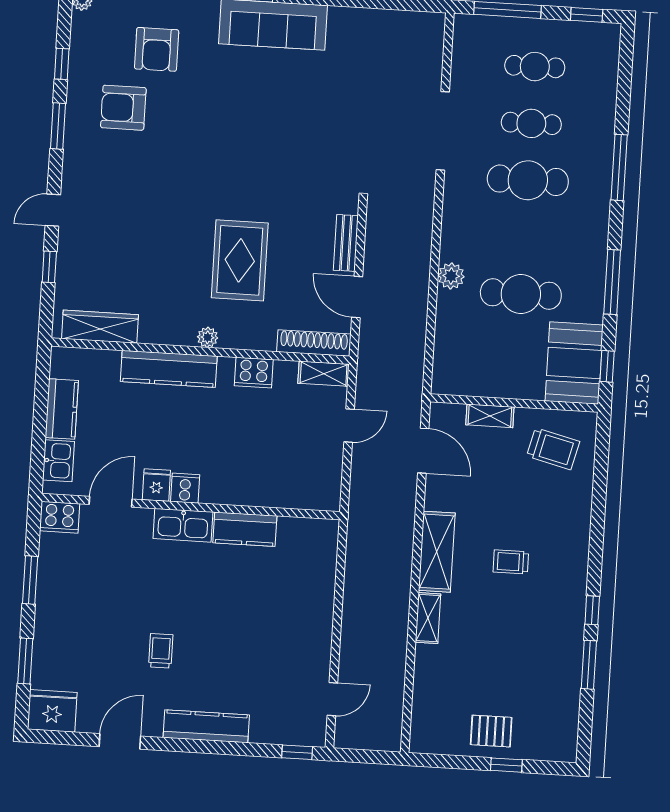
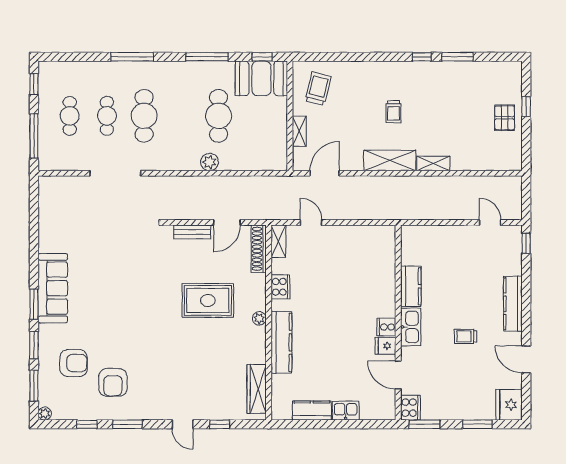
fridge: (156, 485) -> (385, 346), moved
cooker: (185, 488) -> (386, 327), moved
door: (111, 502) -> (398, 375), moved
wall: (191, 507) -> (398, 323), moved
cooker: (60, 517) -> (410, 408), moved
kitchen sink: (183, 525) -> (411, 327), moved
kitchen counter: (245, 529) -> (411, 286), moved

